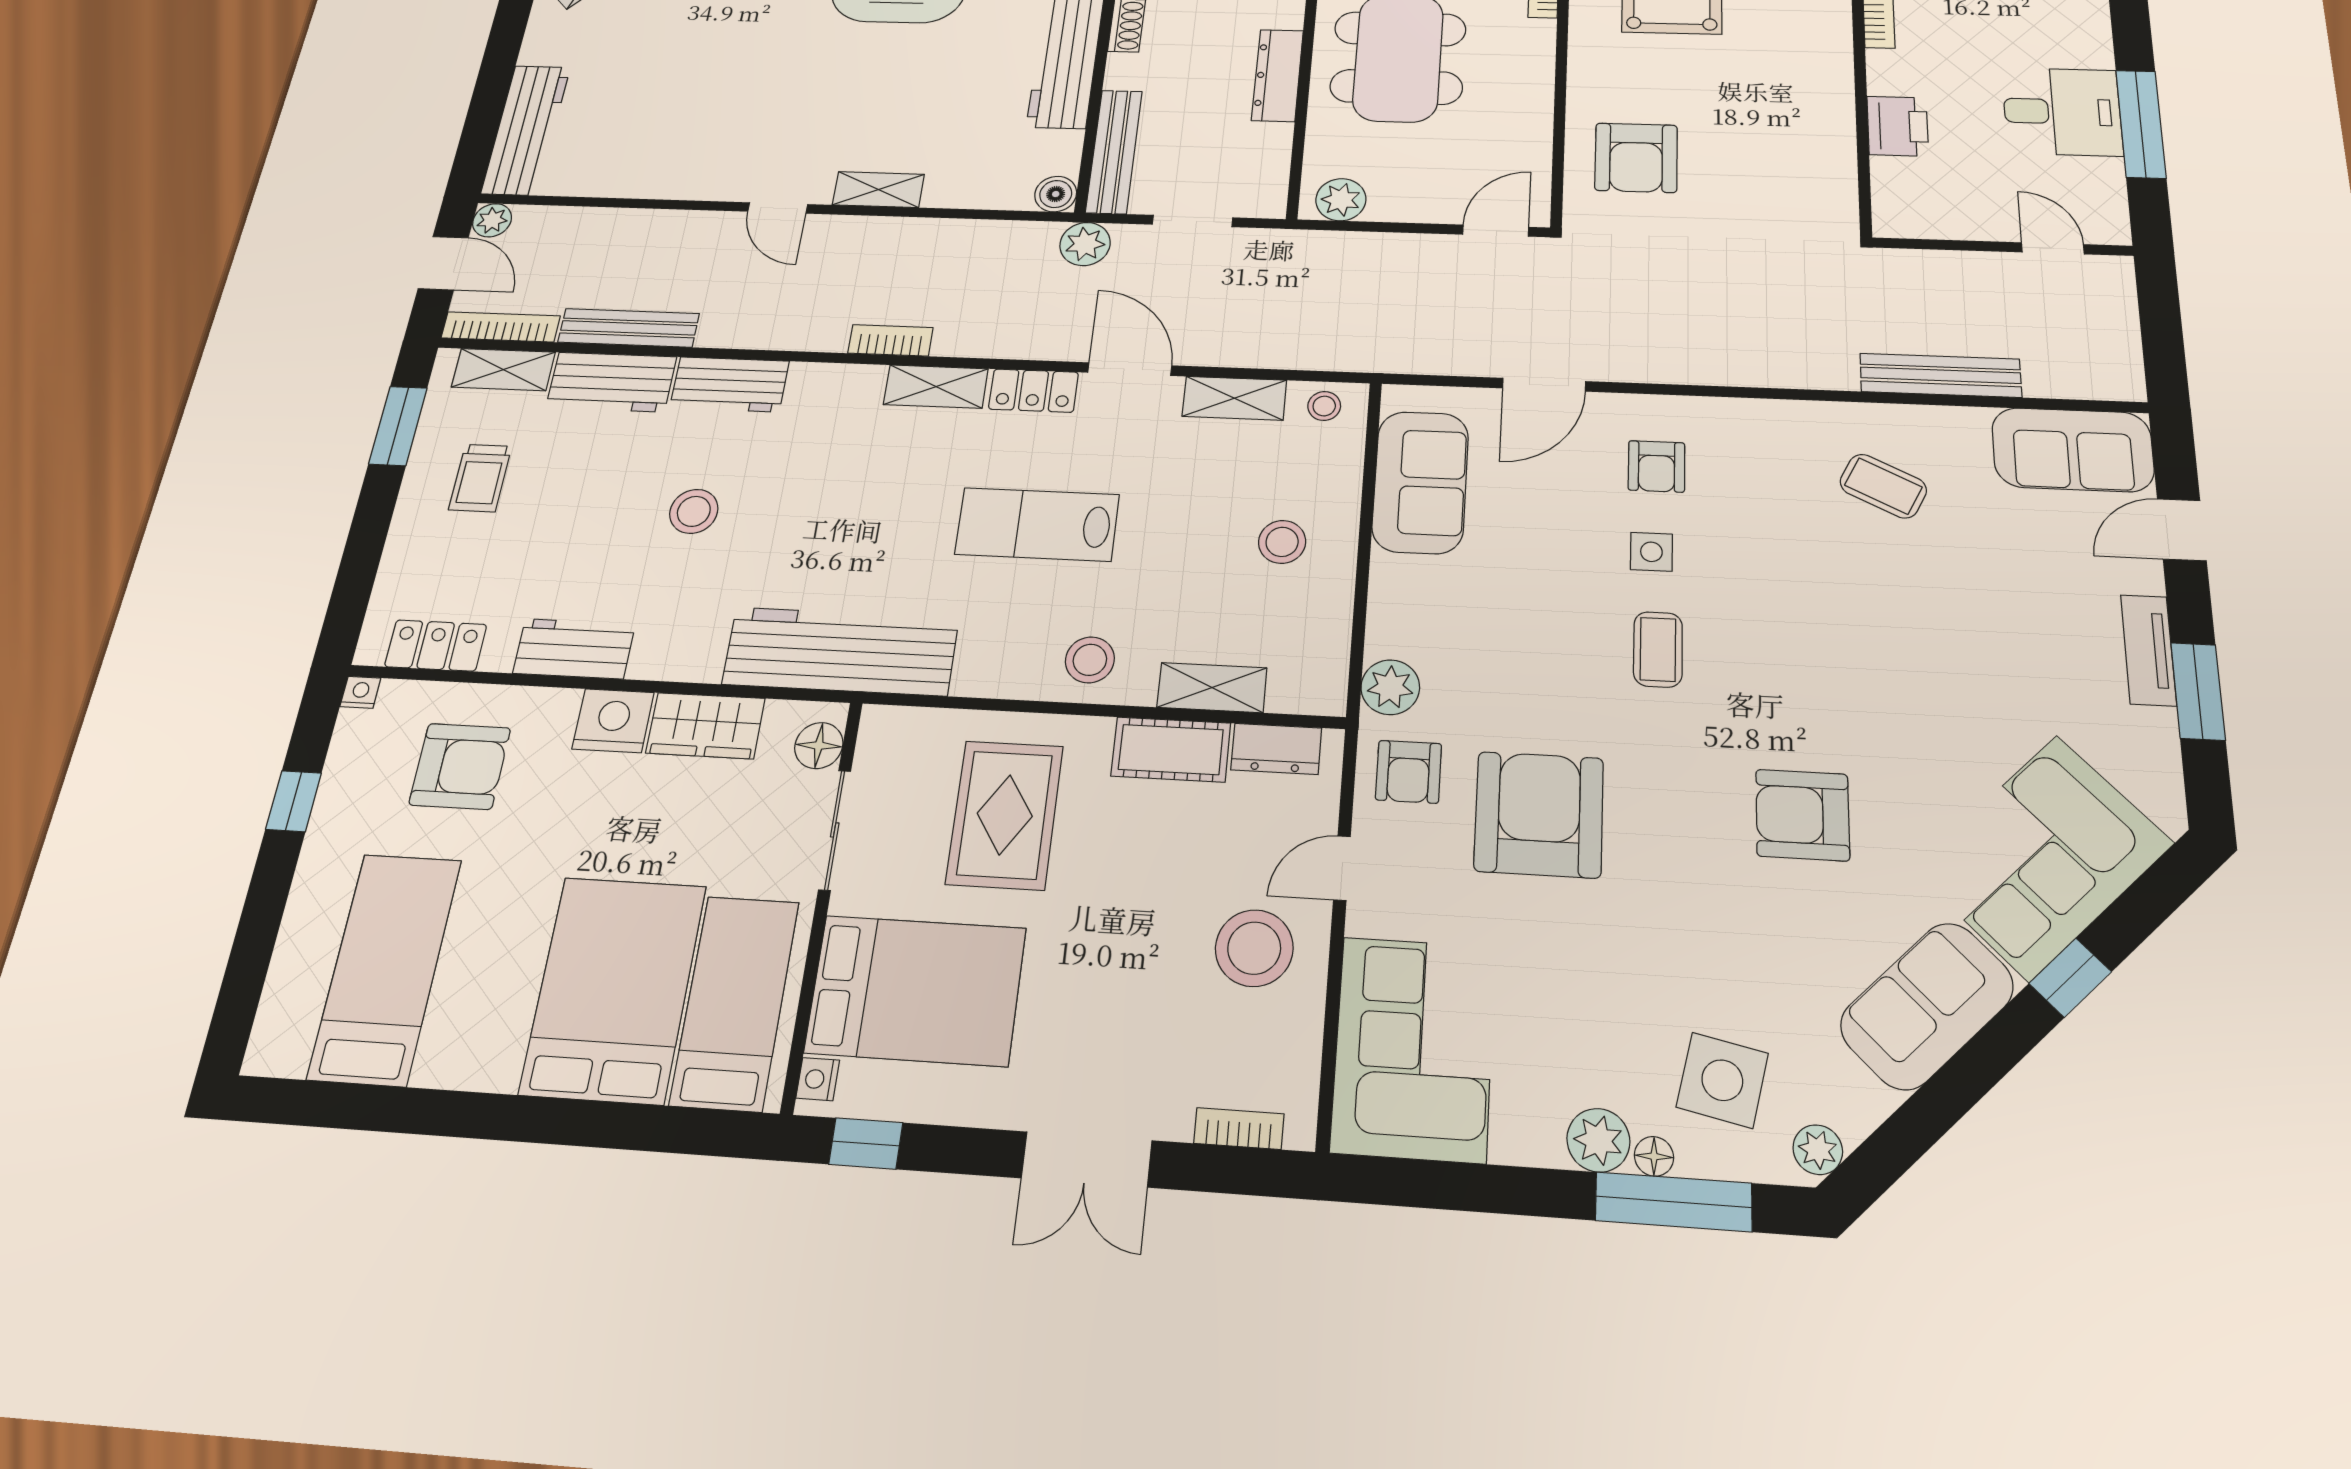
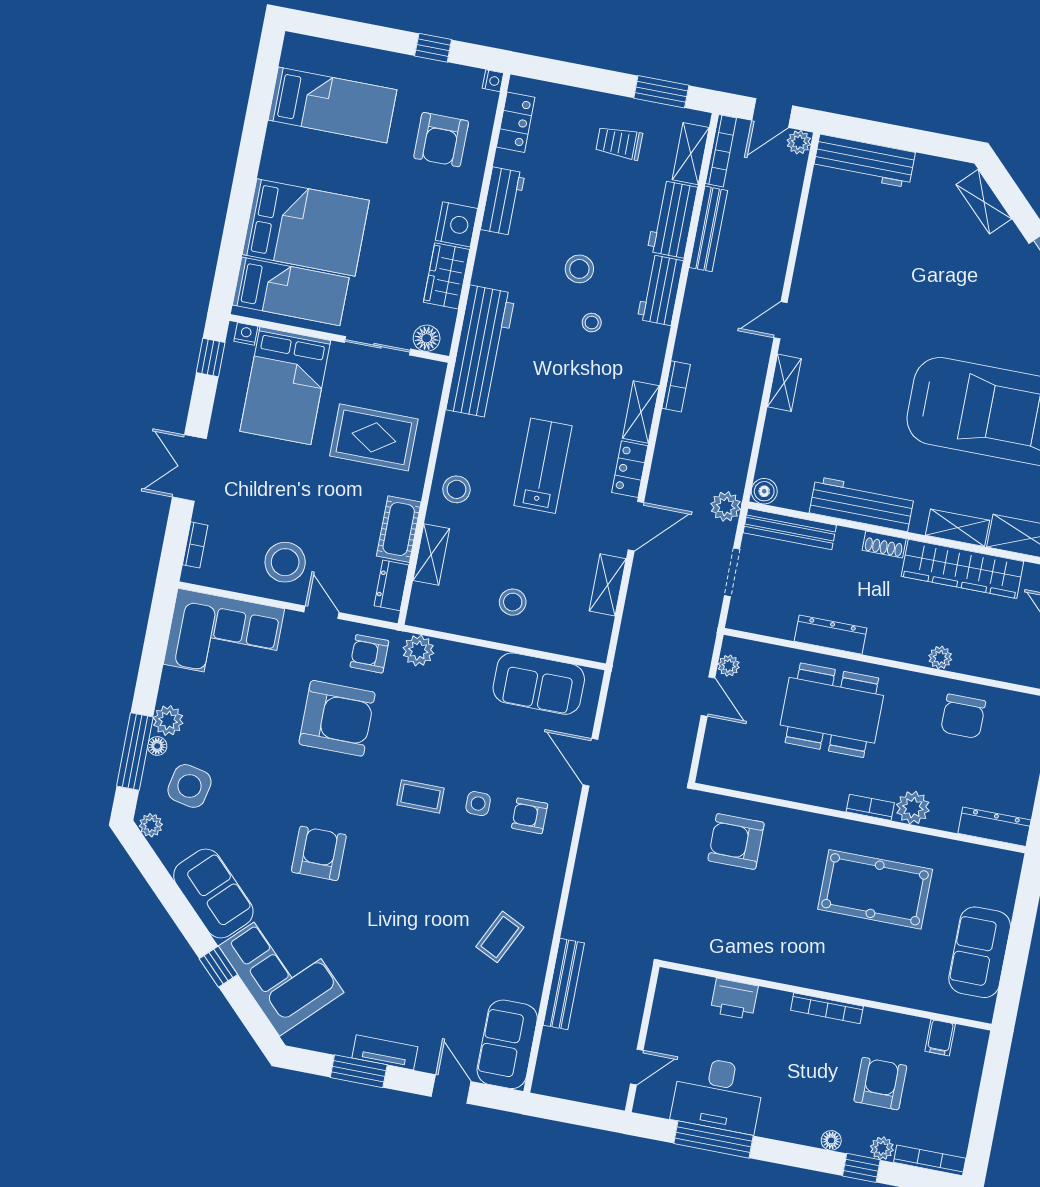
desk: (2062, 112) -> (718, 1094), width x1.37
plant: (1341, 200) -> (729, 666), width x0.73, depth x0.73
door: (1496, 231) -> (708, 697), moved
stool: (1324, 406) -> (592, 323), moved

